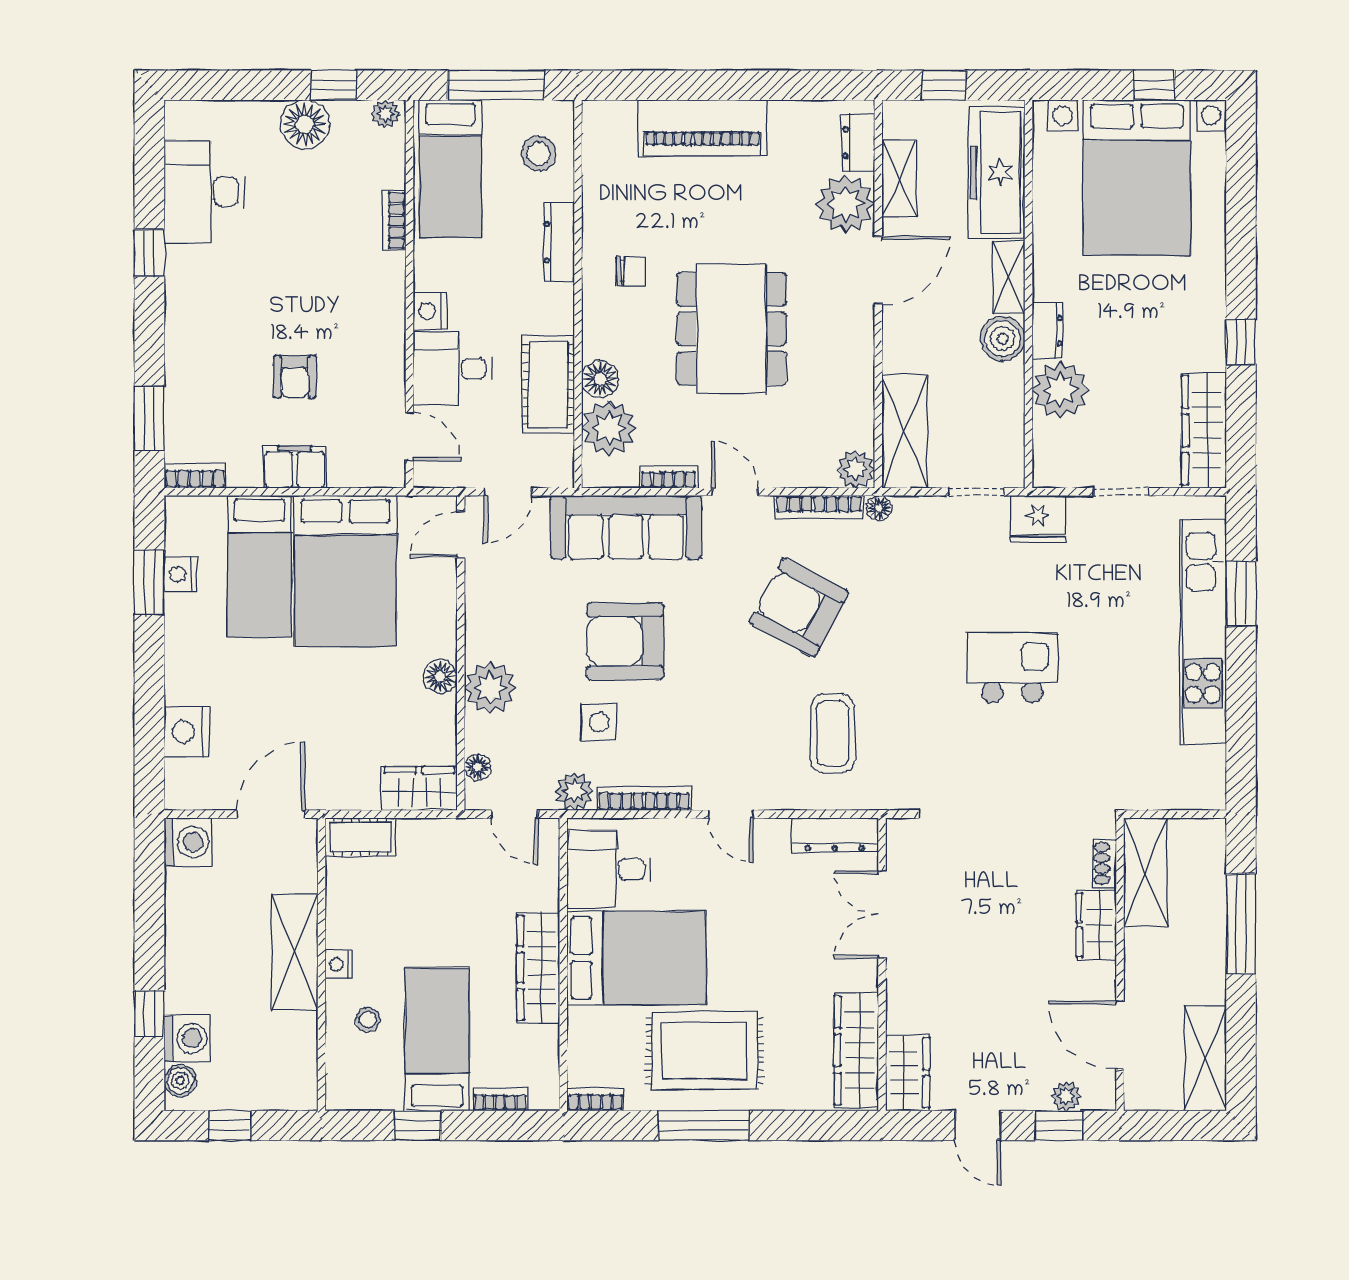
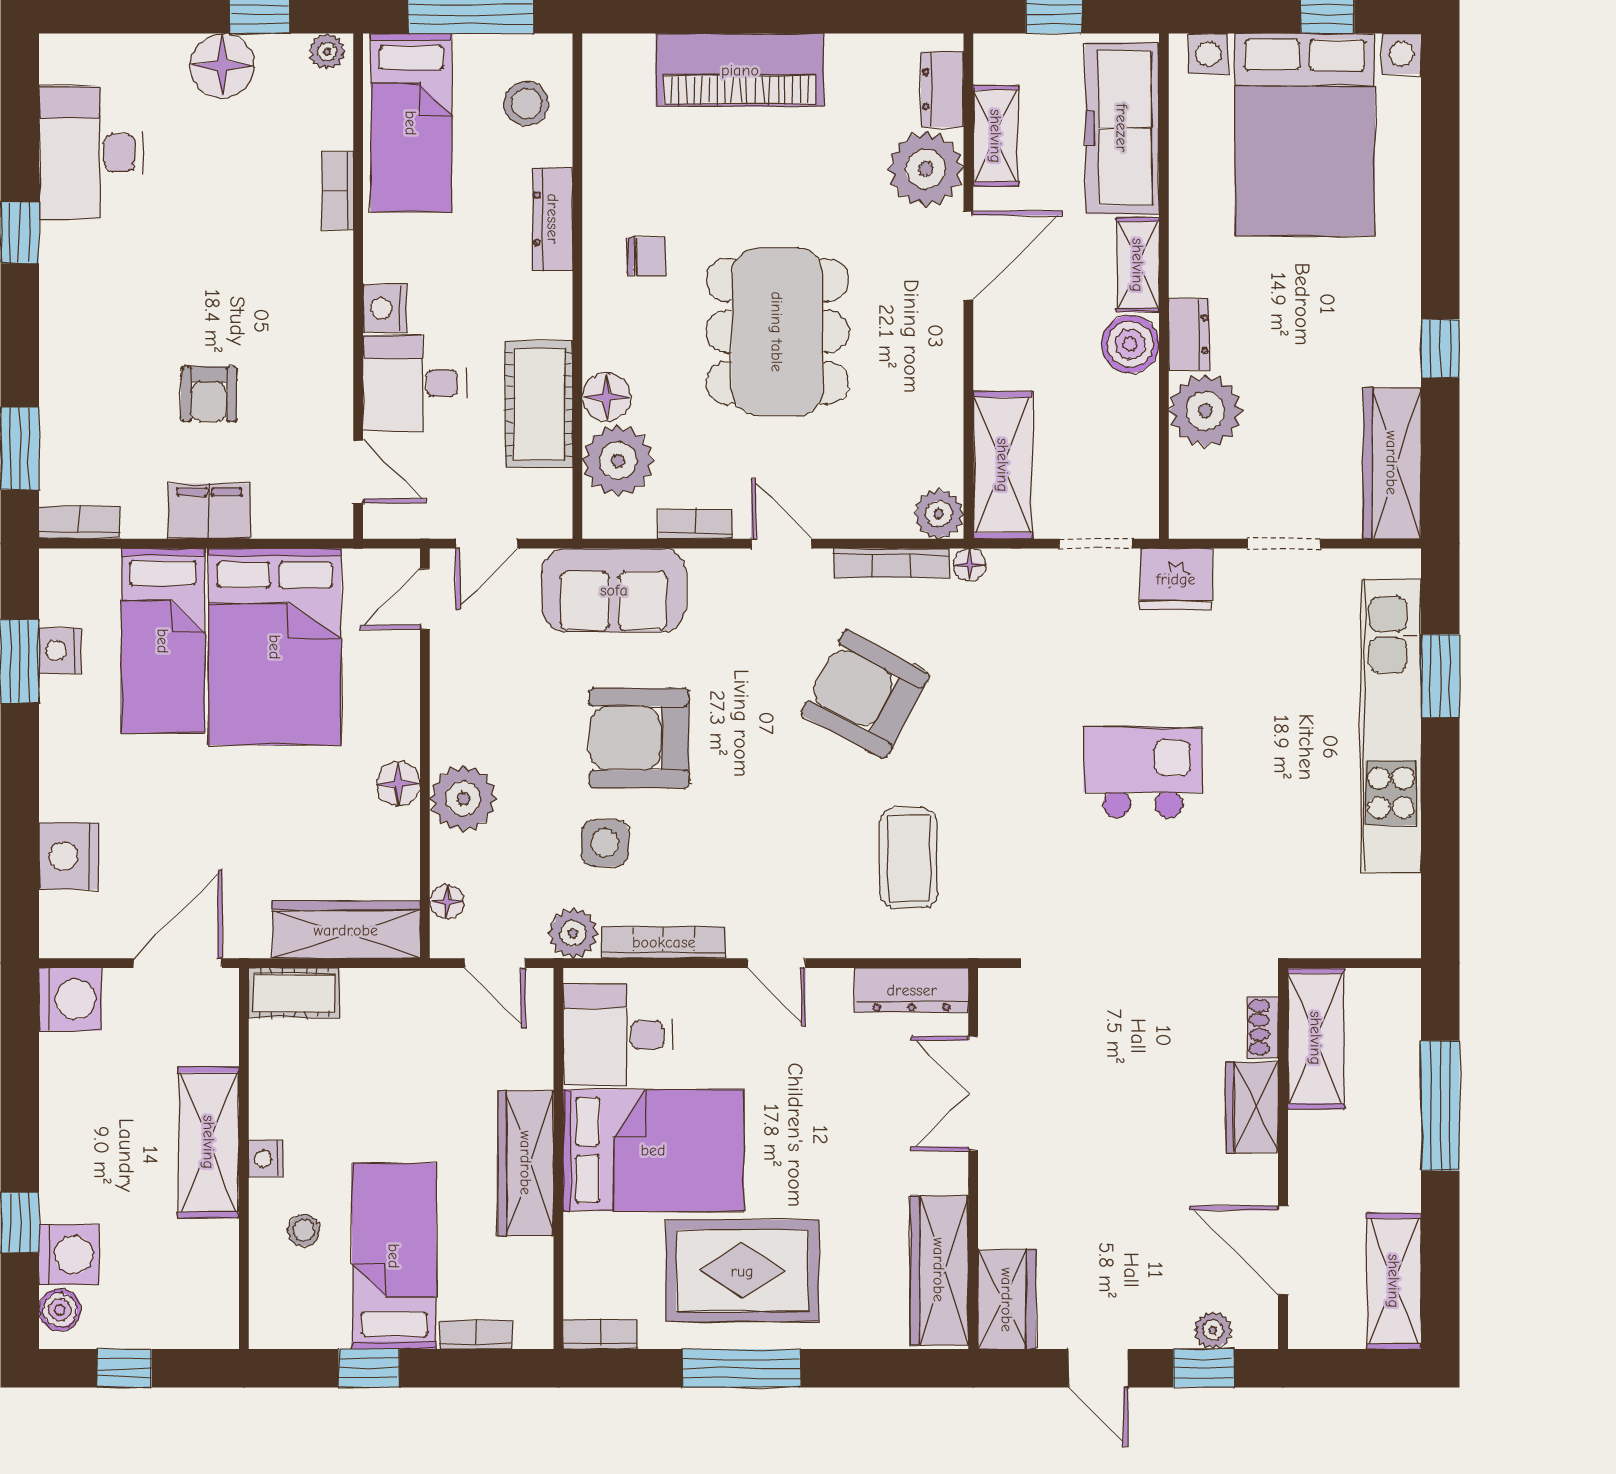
sofa: (626, 527) -> (614, 590), width x0.73
wardrobe: (419, 788) -> (346, 930), width x1.50

